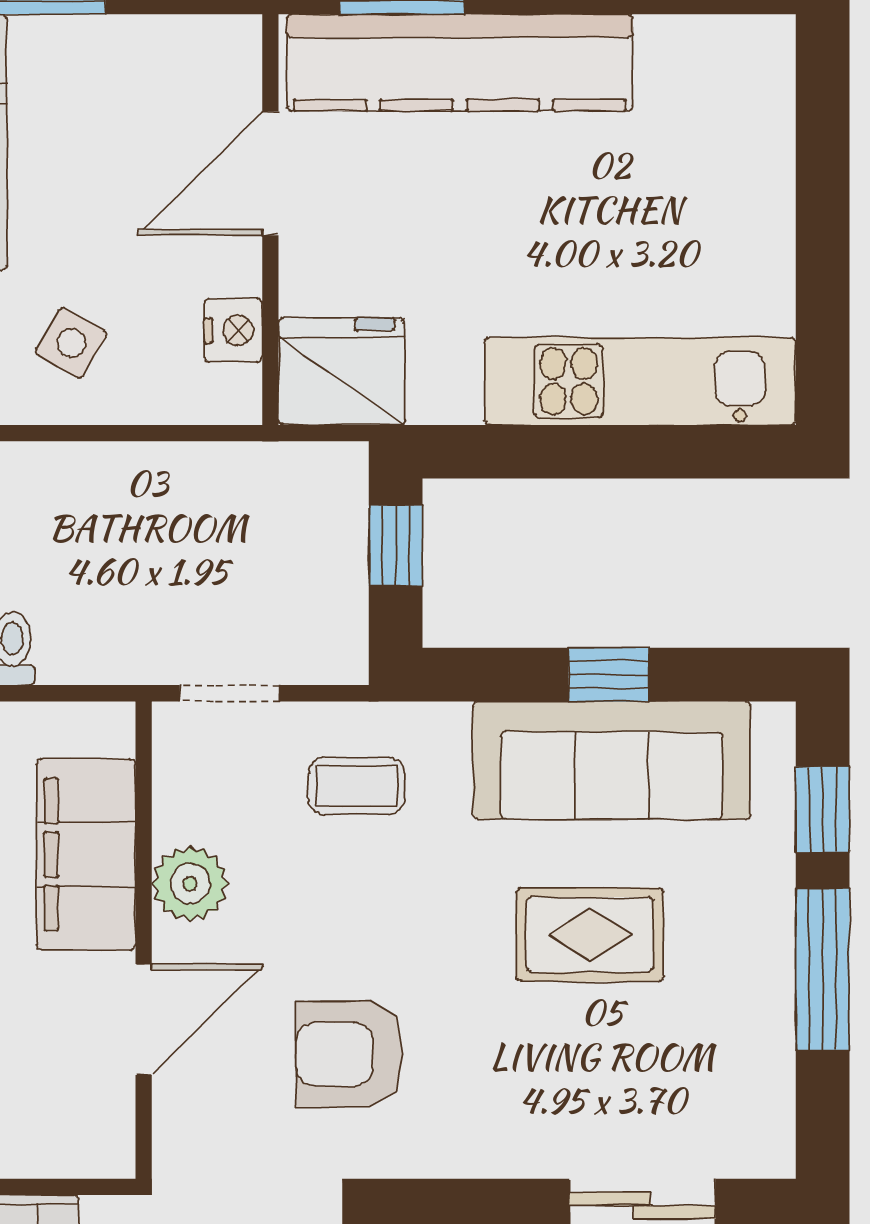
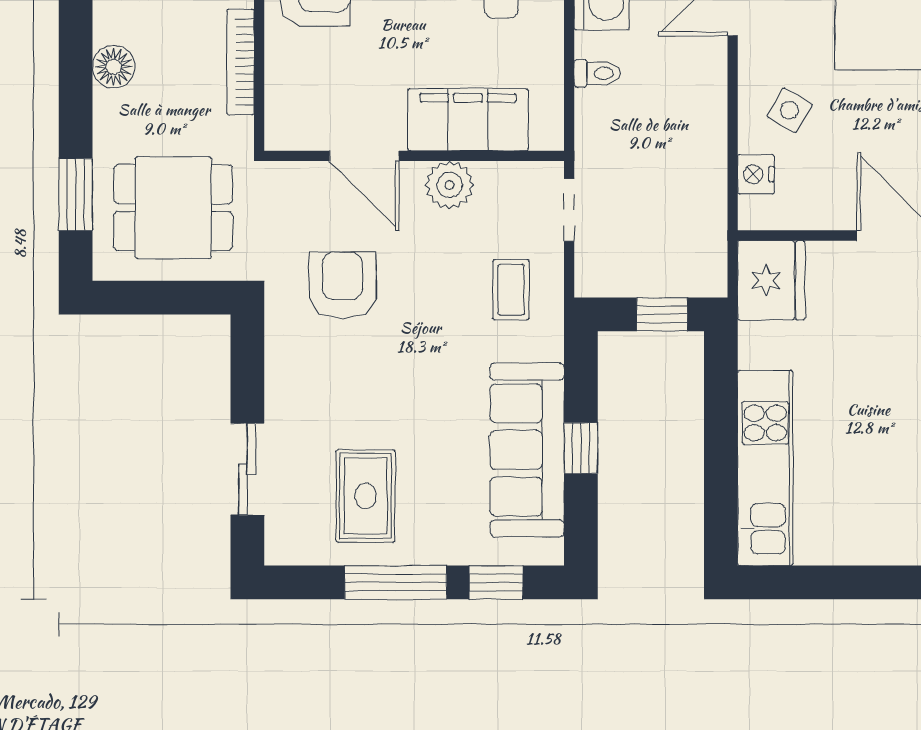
nightstand: (233, 330) -> (756, 174), moved, turned 90
rug: (590, 935) -> (366, 496), moved

